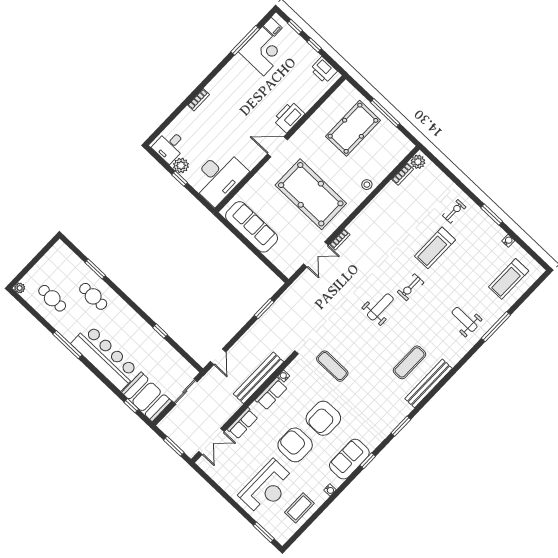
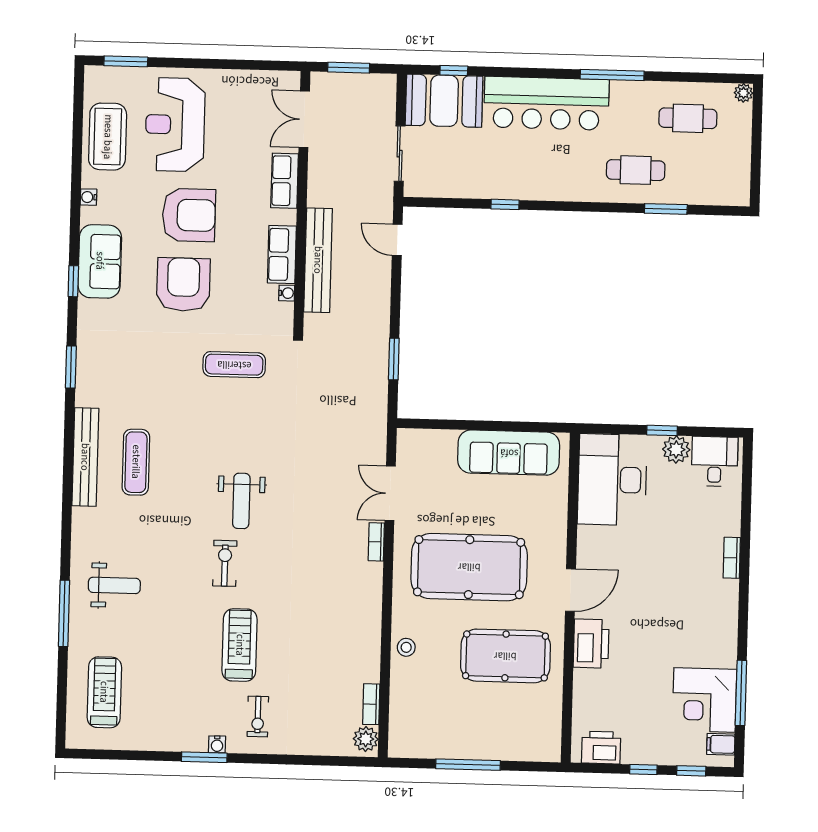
pool table: (353, 128) -> (505, 656), moved, turned 90
water cooler: (508, 241) -> (217, 744), moved
coffee table: (299, 508) -> (108, 137), width x1.36, depth x1.32

